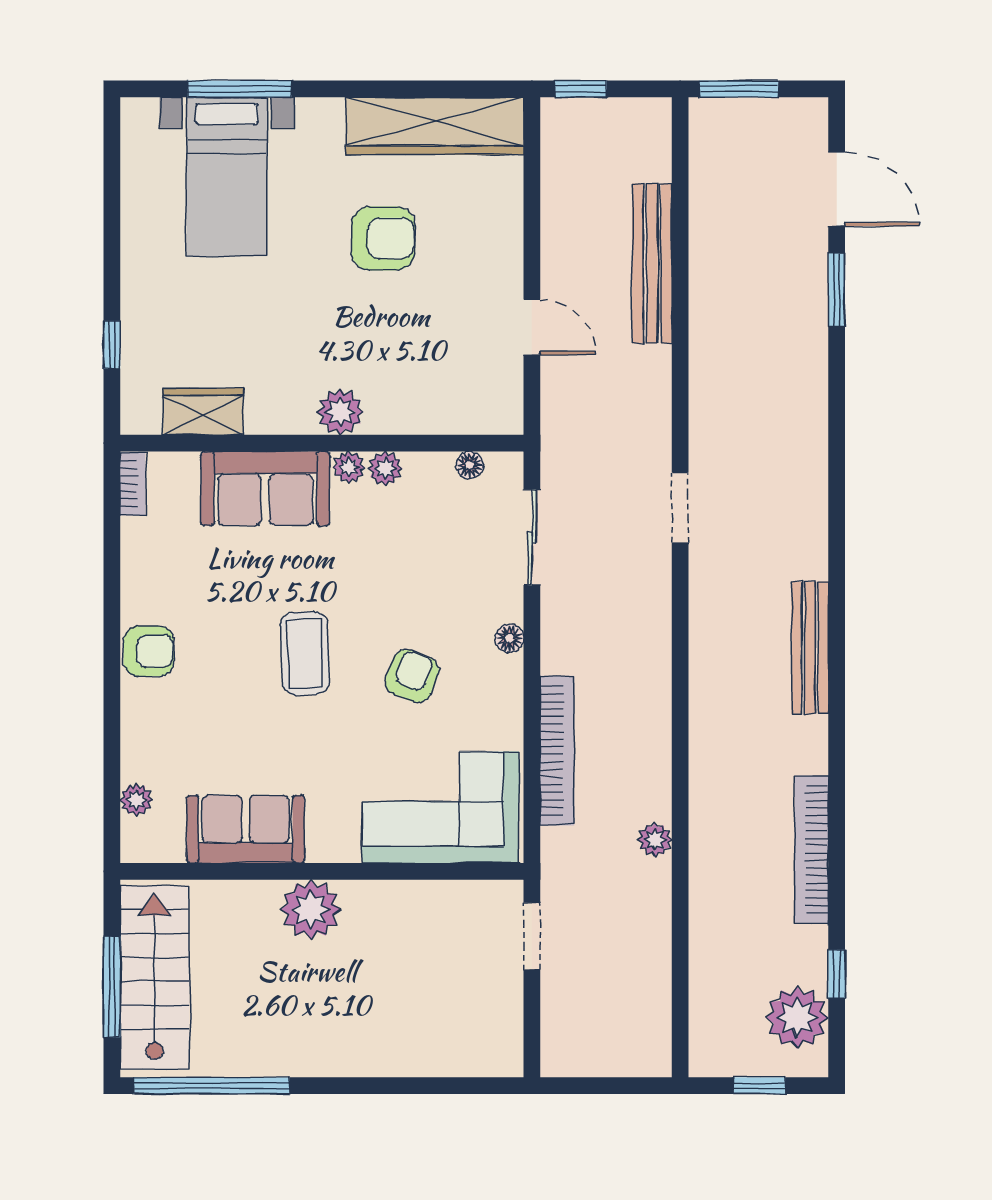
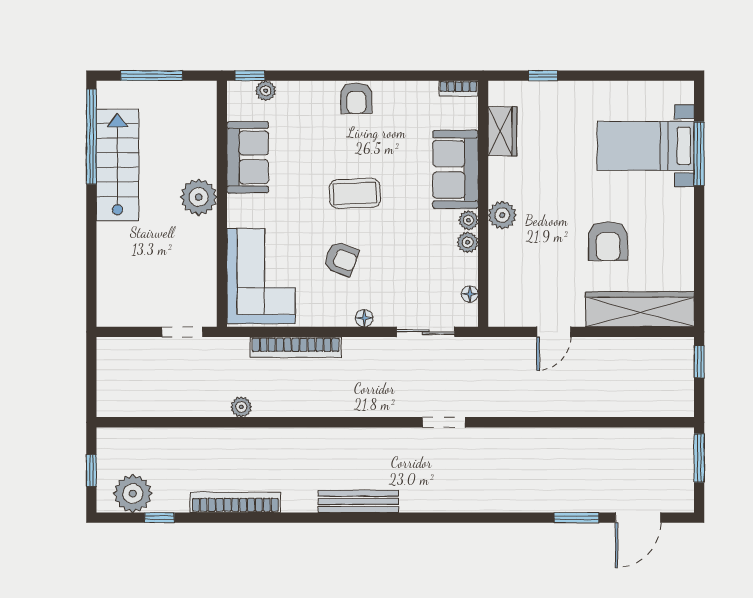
wardrobe: (435, 126) -> (640, 309), moved, turned 90
bench: (652, 263) -> (593, 405), removed
window: (112, 826) -> (250, 76), added
stairs: (155, 978) -> (117, 165), moved, turned -90

